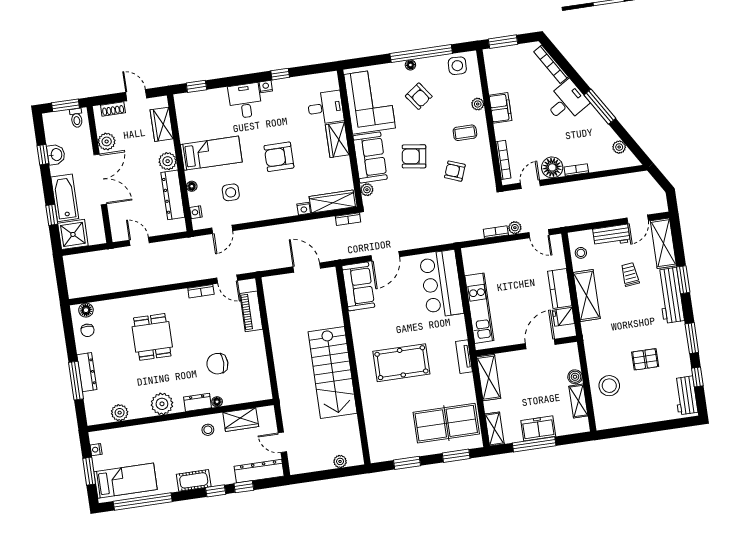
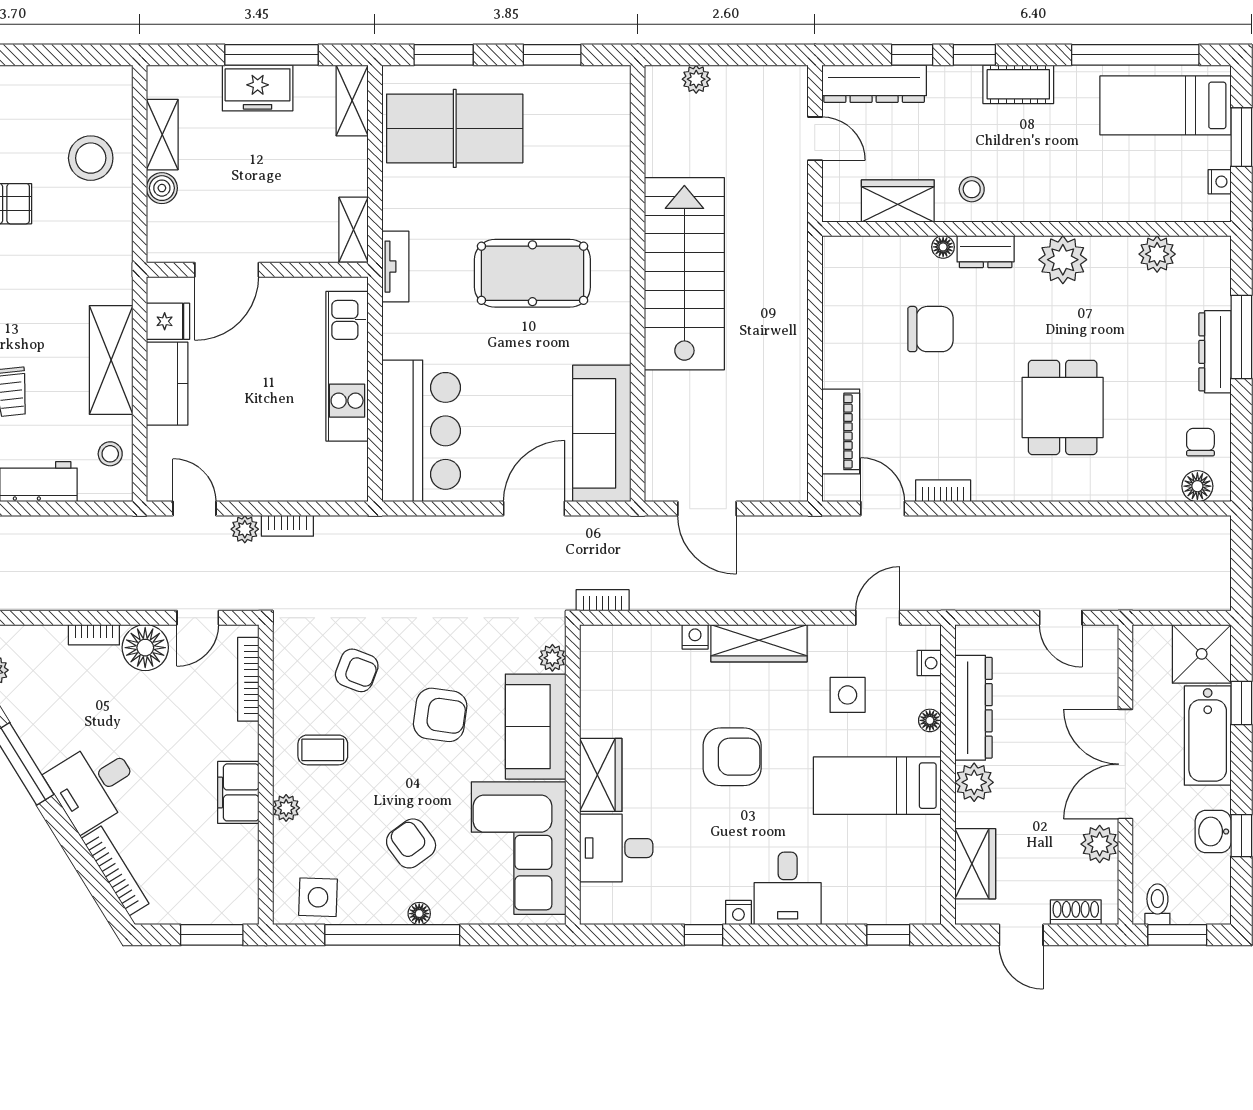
wardrobe: (332, 202) -> (759, 643), moved
sofa: (358, 286) -> (602, 433), width x1.36
shelving: (489, 378) -> (354, 230), width x0.67, depth x0.75

